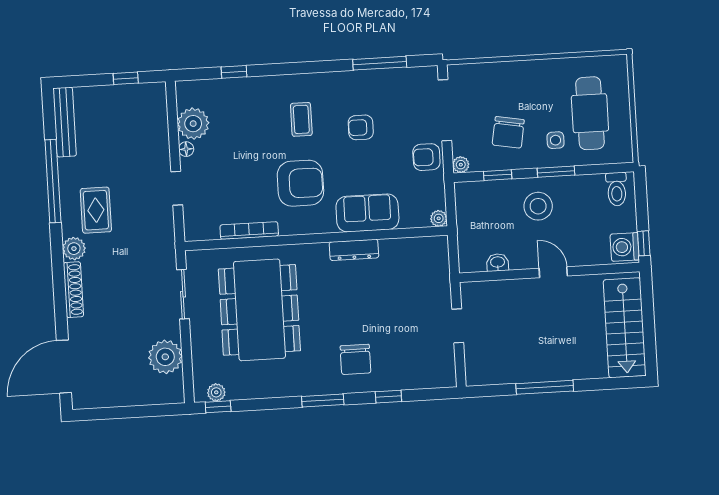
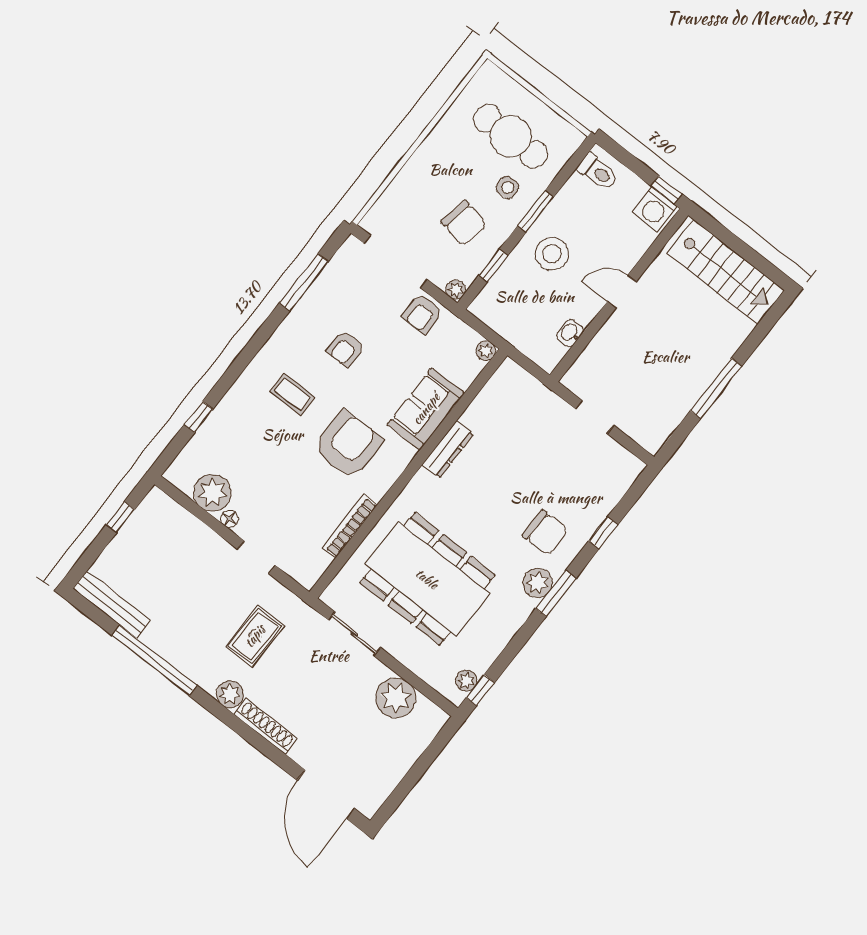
rug: (96, 210) -> (255, 636), moved, turned 90
plant: (319, 383) -> (538, 583), added

